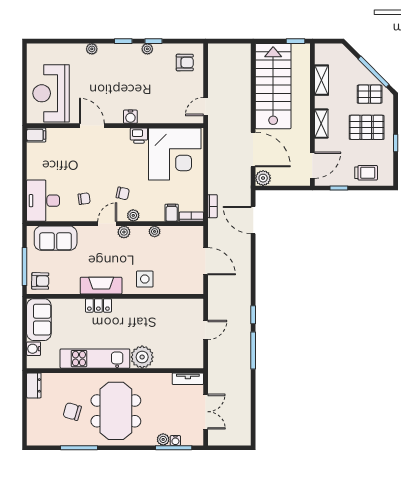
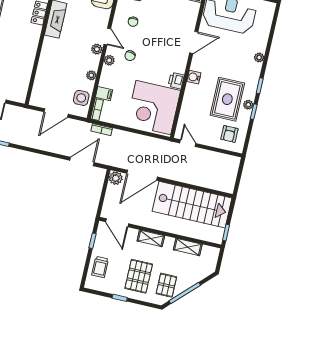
rug: (146, 74) -> (227, 99), added
side table: (145, 279) -> (81, 98), moved

